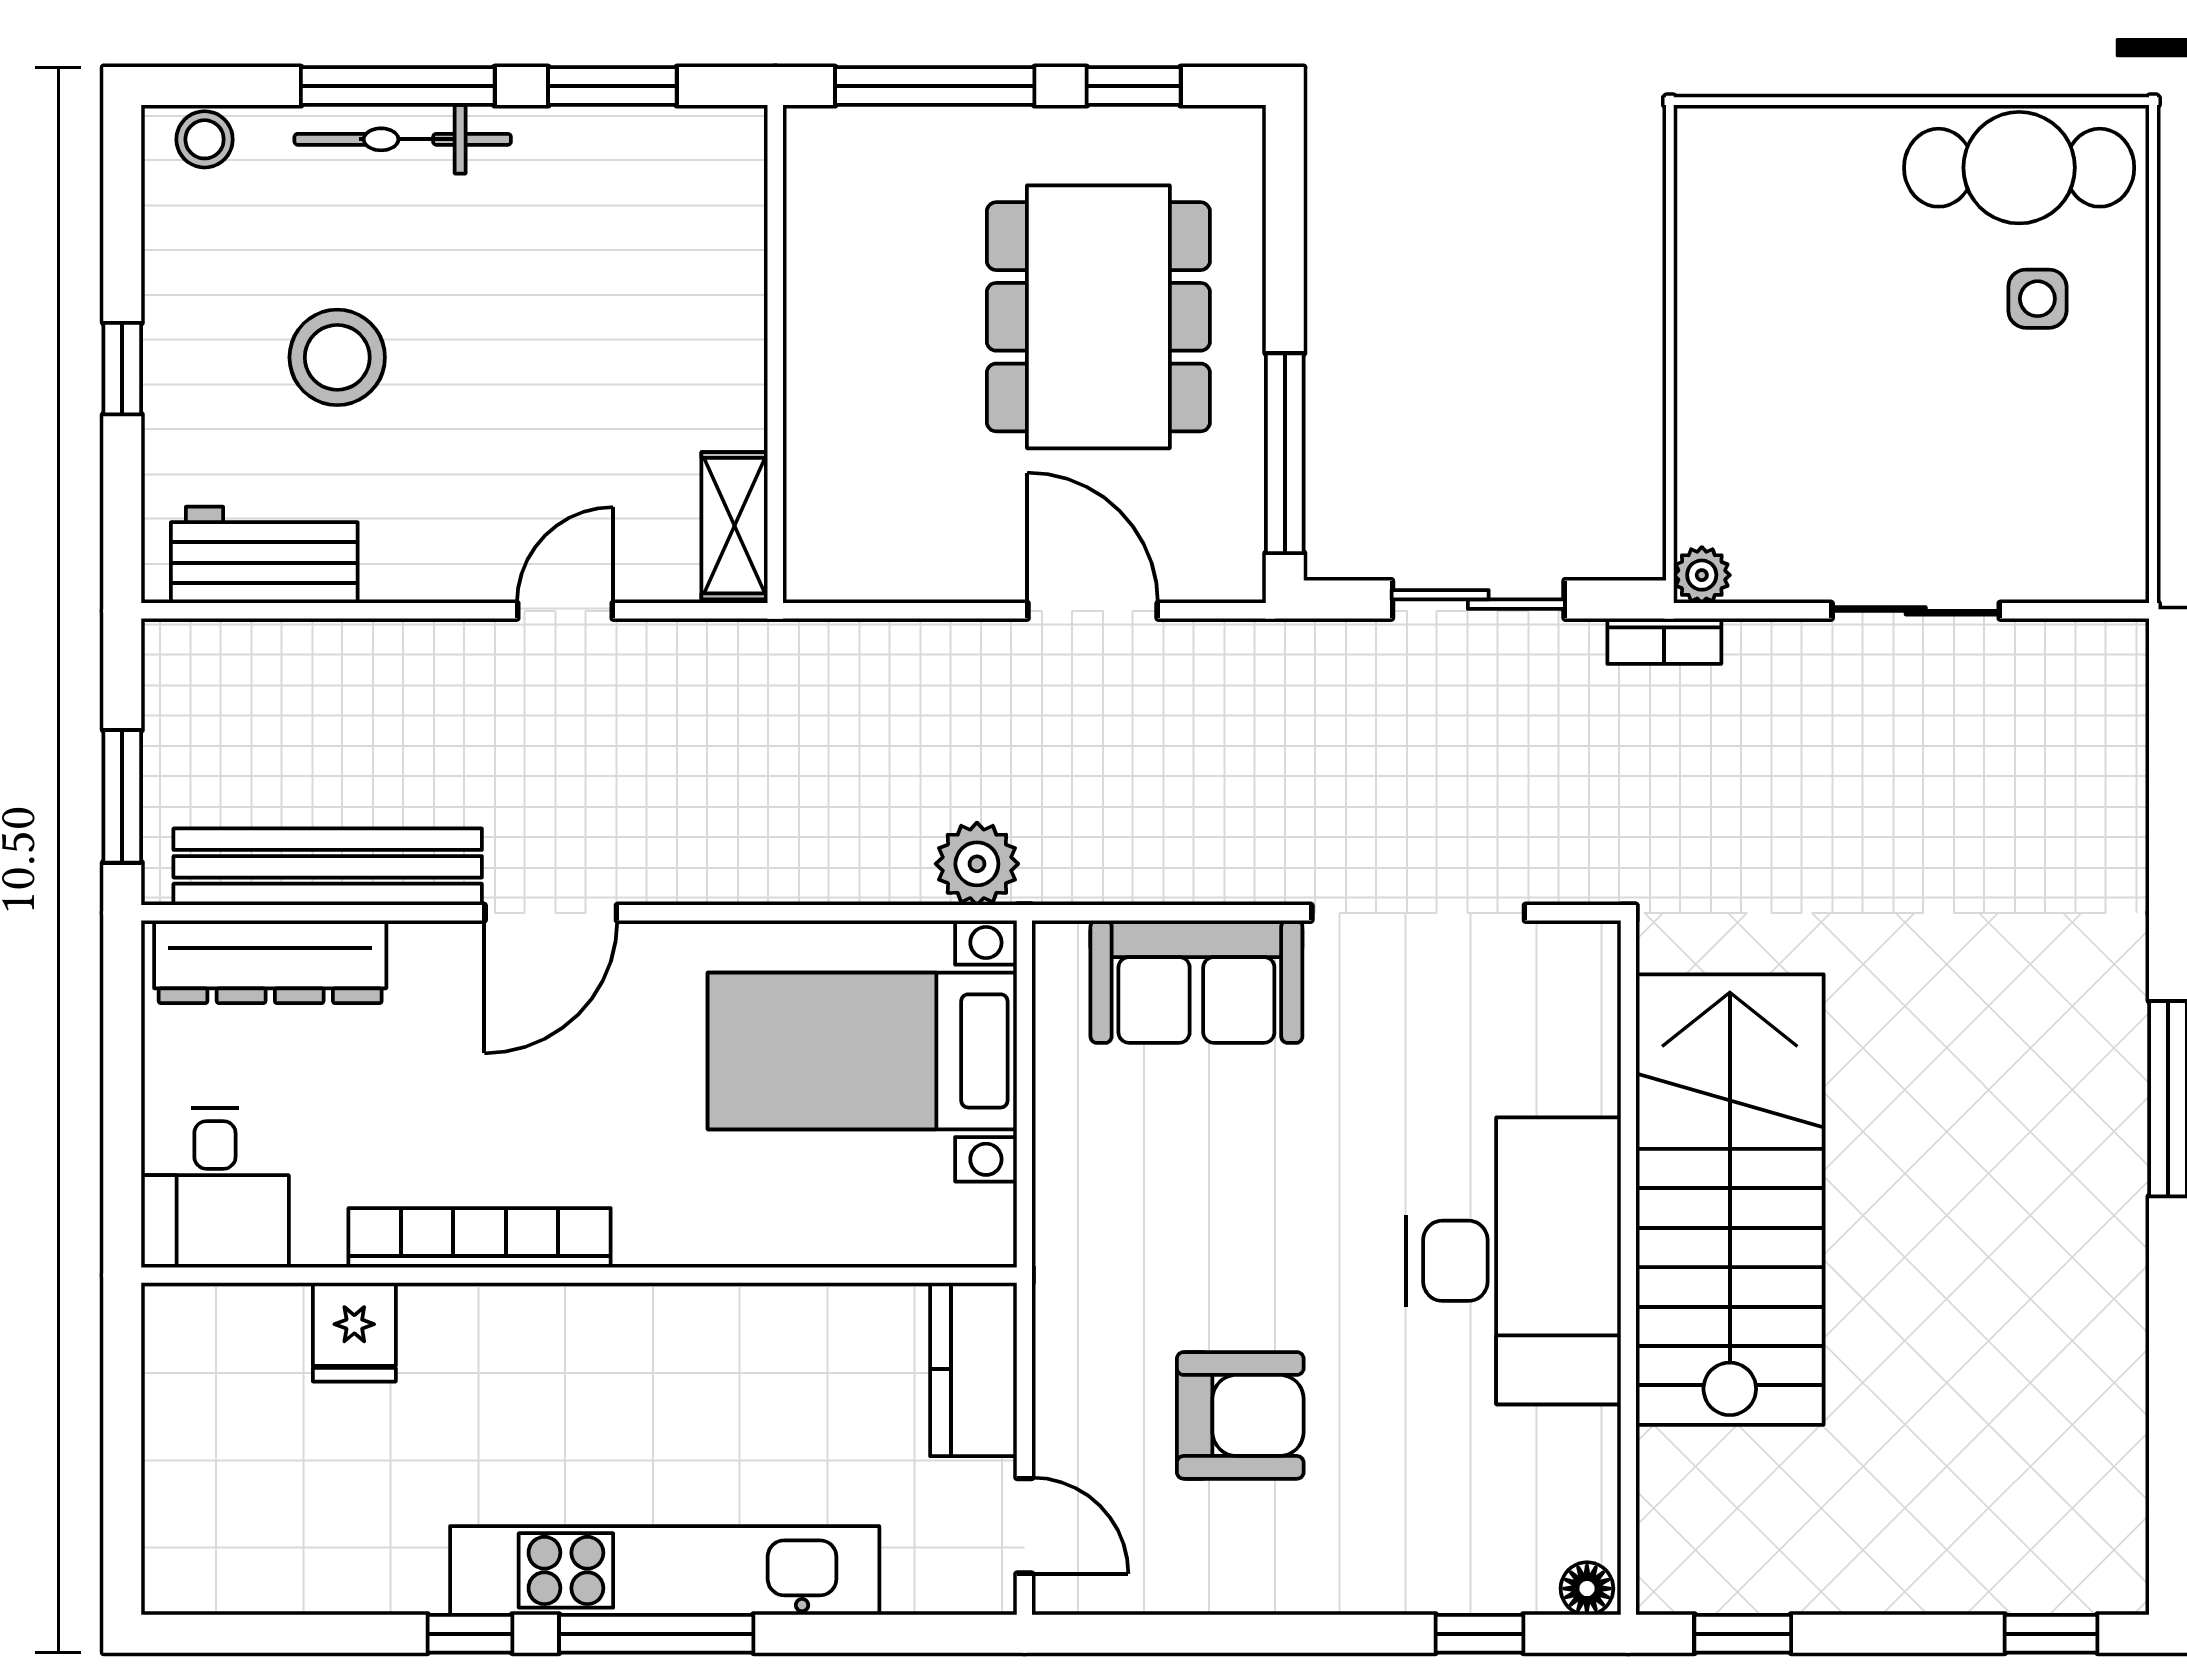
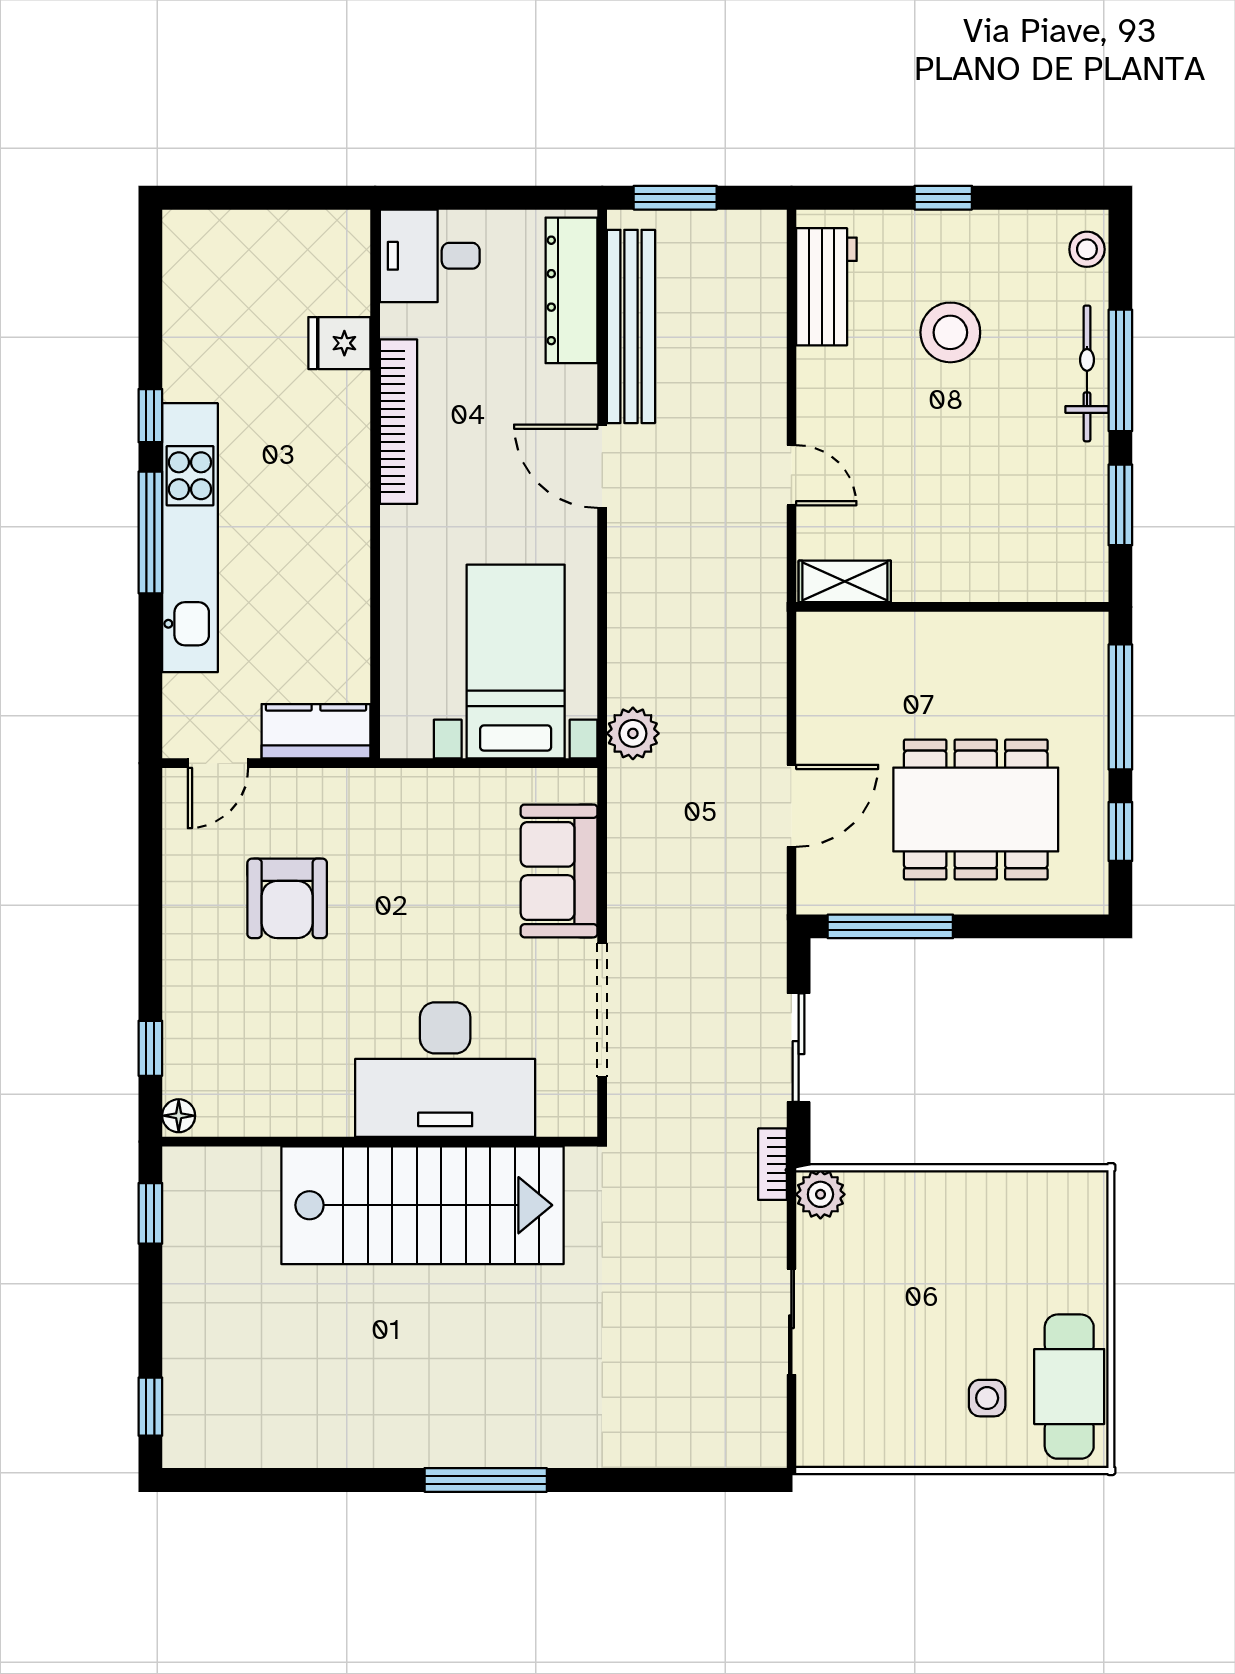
plant: (1702, 575) -> (820, 1194), width x1.38, depth x1.38
desk: (1513, 1261) -> (445, 1070), moved

